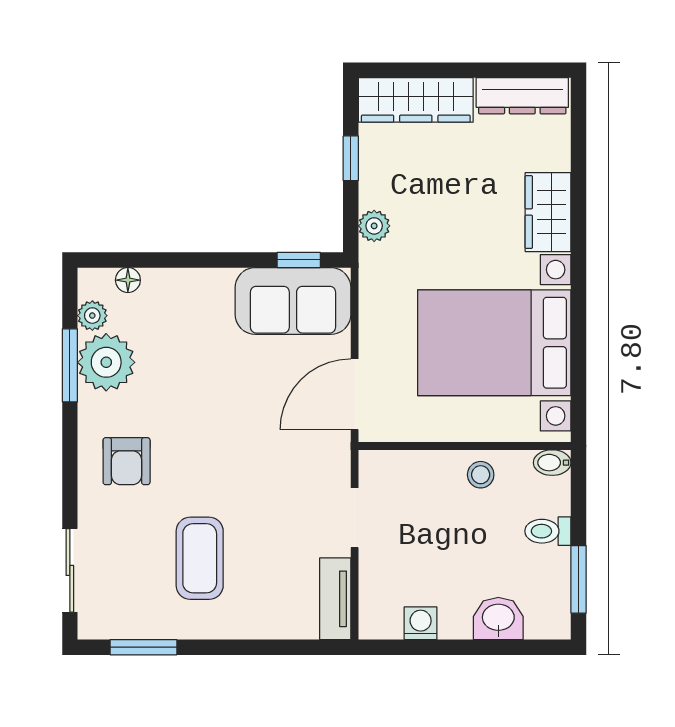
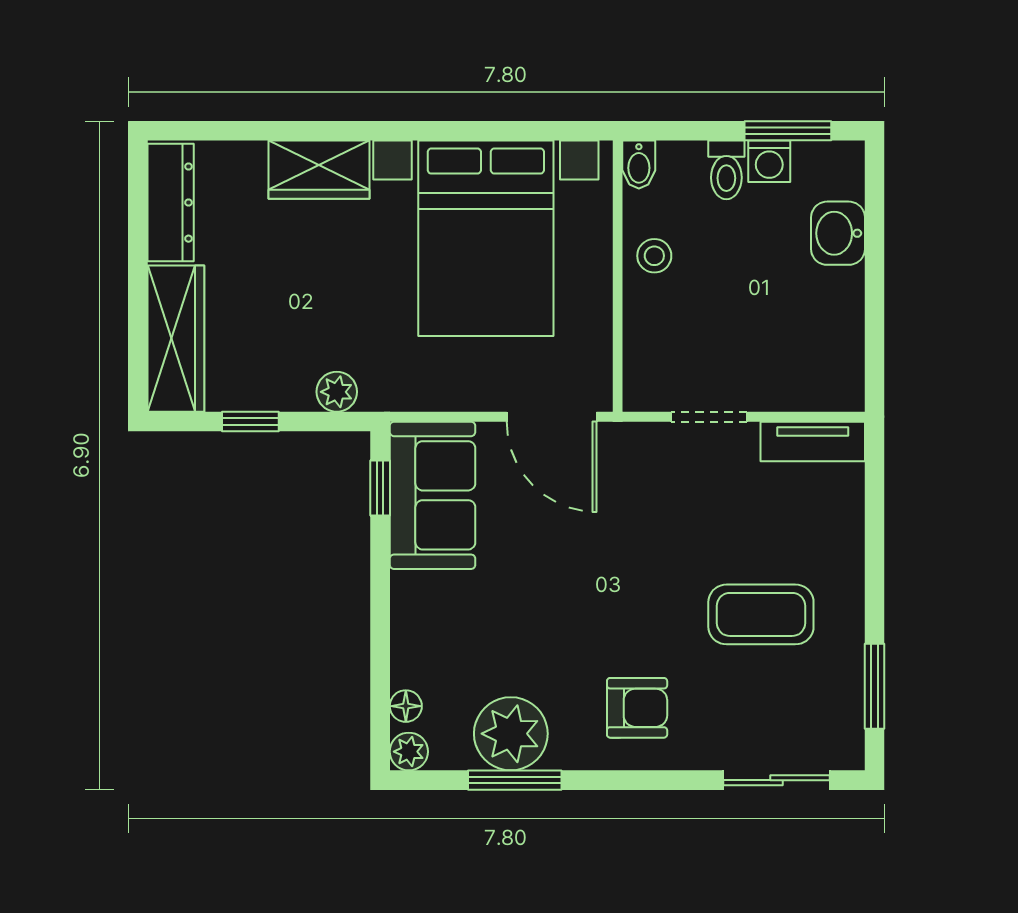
plant: (92, 316) -> (409, 752), moved
washing machine: (421, 623) -> (769, 161), moved, turned -90

